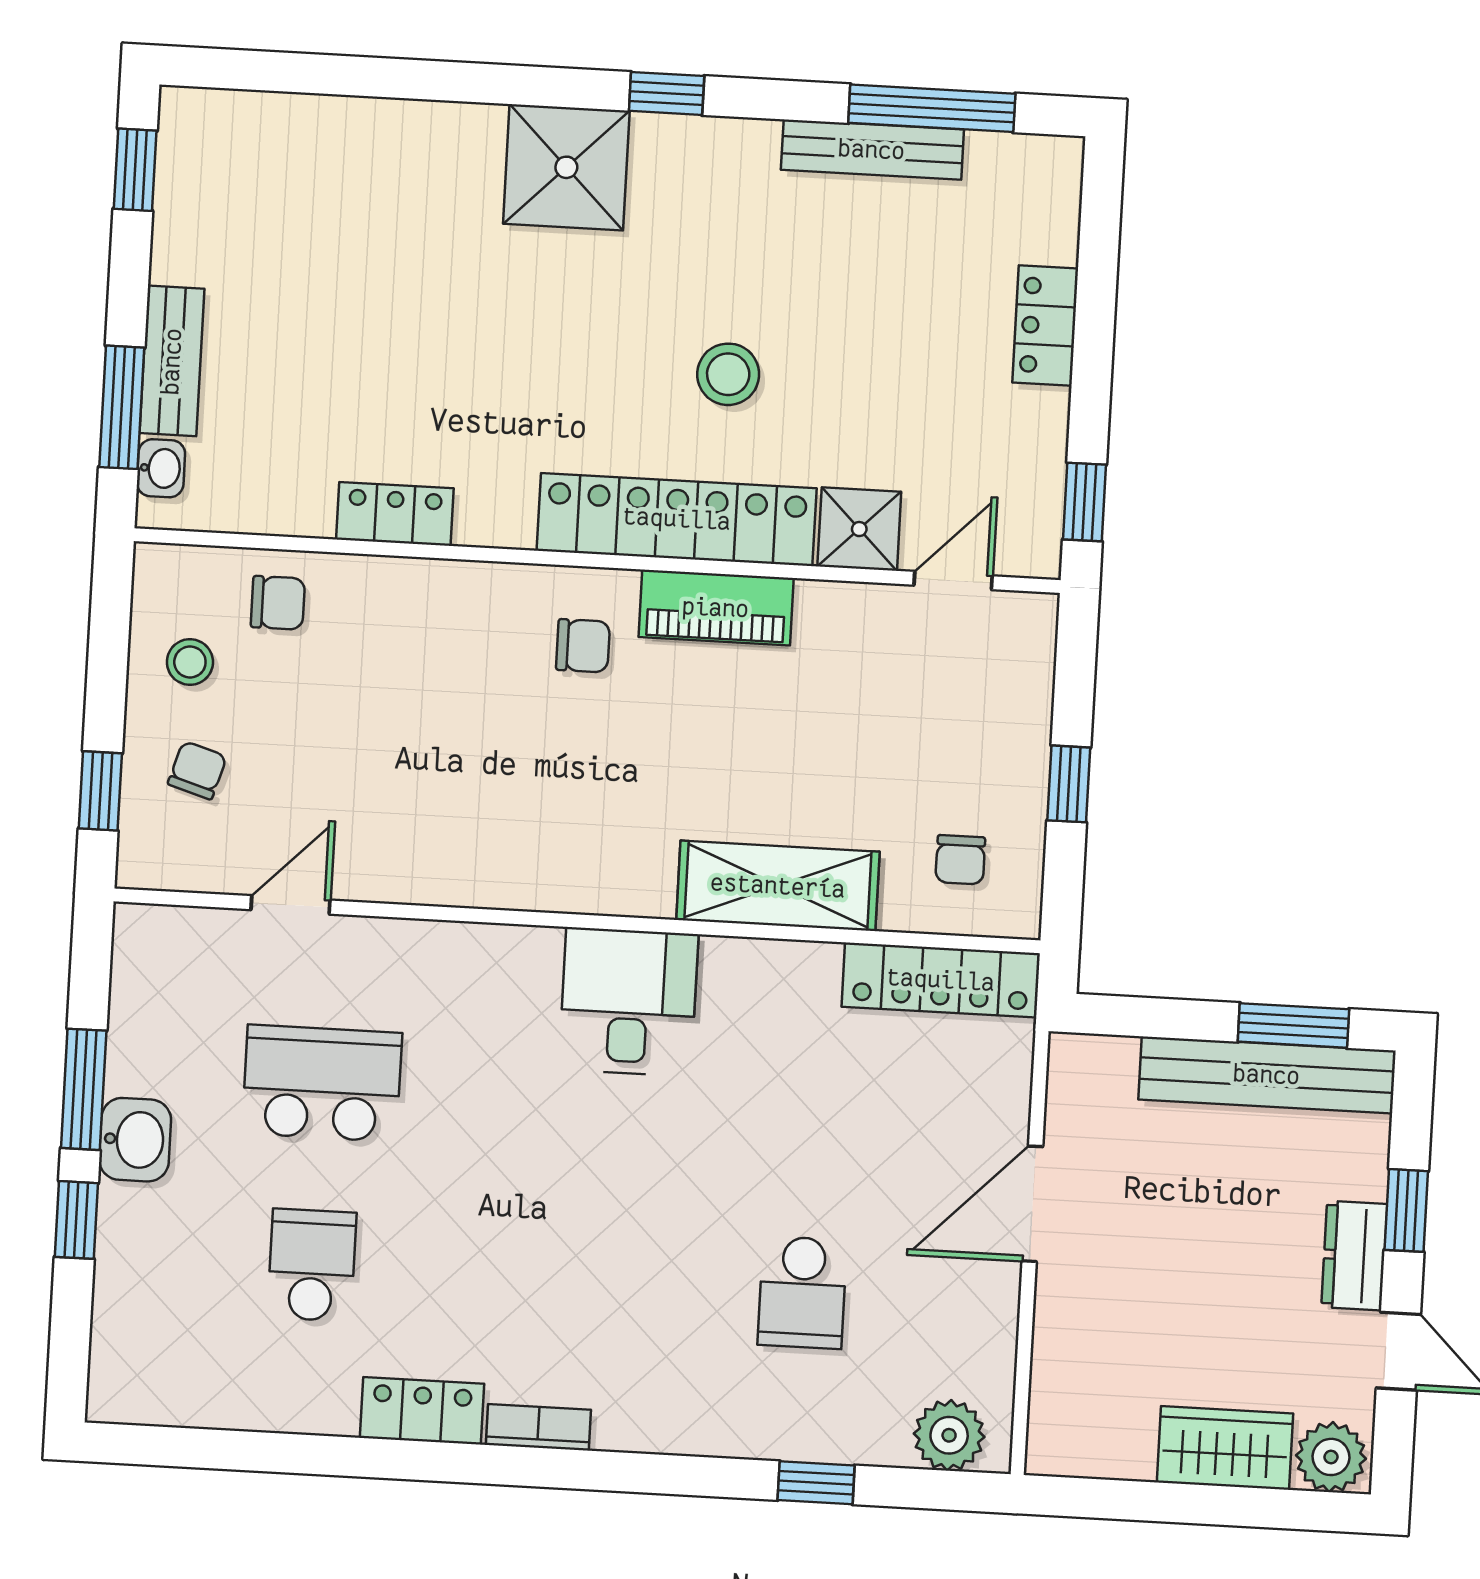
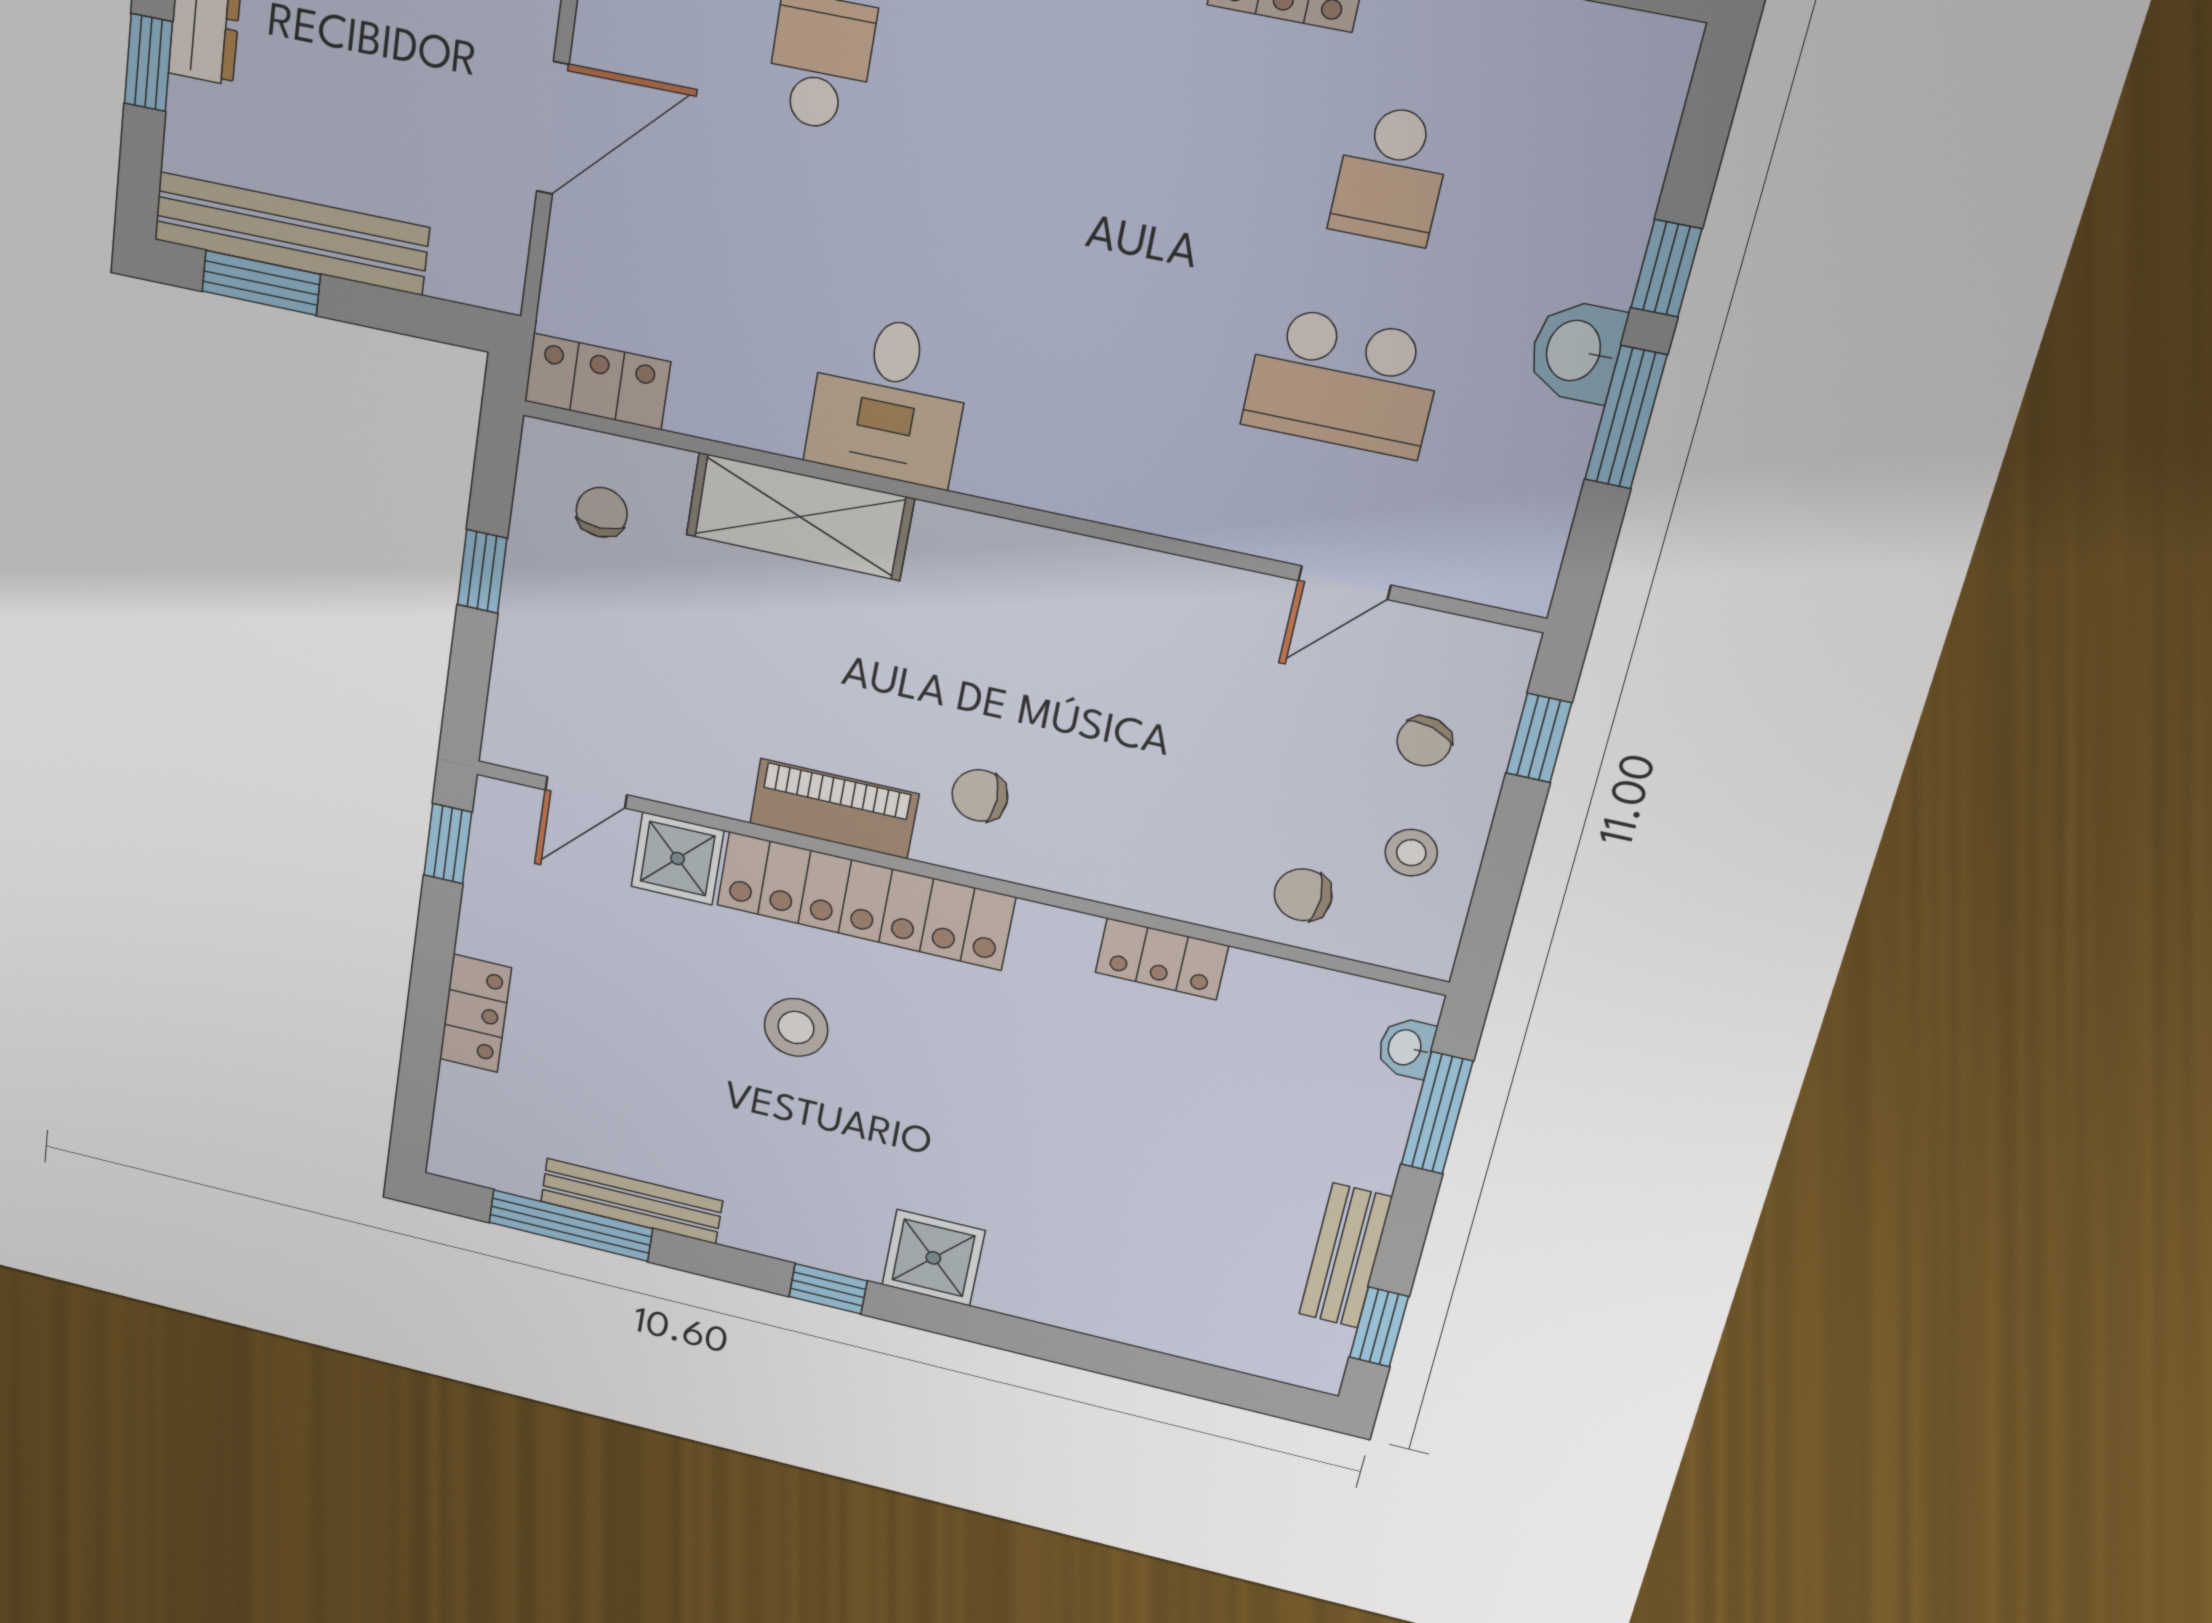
shower: (566, 167) -> (933, 1258), width x0.73, depth x0.73
bench: (172, 361) -> (1345, 1256), moved
locker: (941, 980) -> (597, 382), width x0.66
desk: (628, 1002) -> (888, 400), moved

